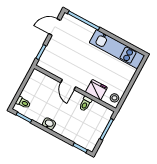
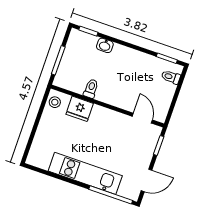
kitchen unit: (117, 49) -> (85, 173), moved
door: (68, 85) -> (142, 118), moved
washbasin: (49, 124) -> (105, 45), moved

